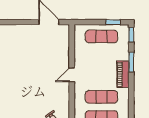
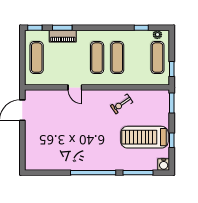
window: (113, 22) -> (22, 46), removed
piano: (123, 74) -> (63, 36), moved

